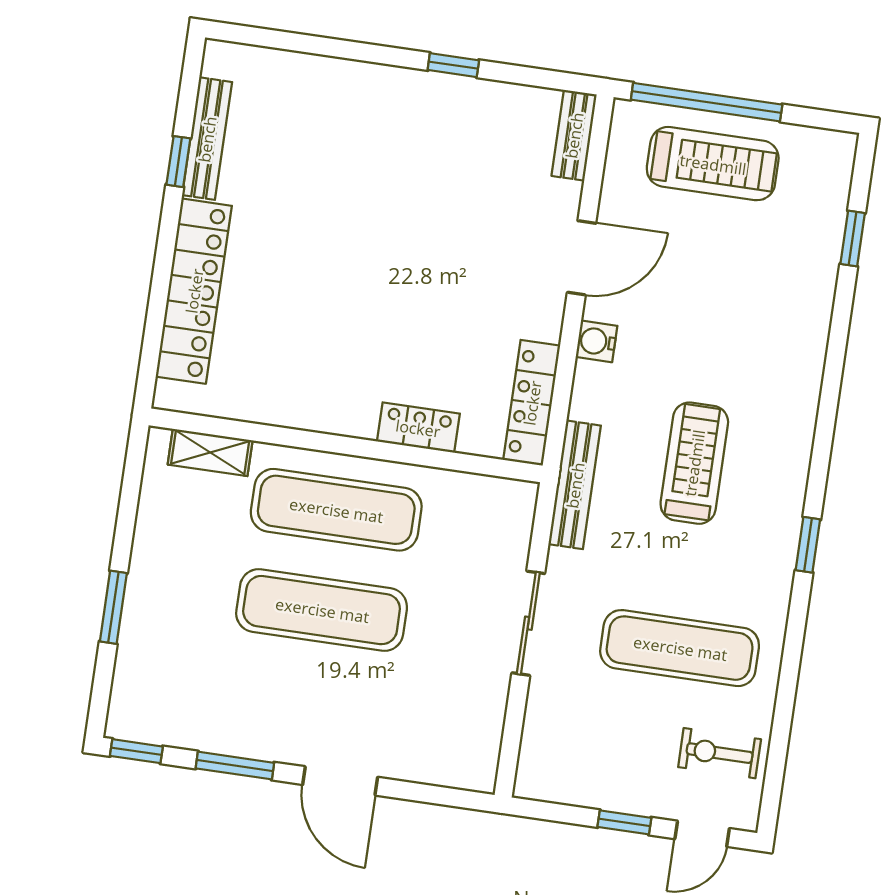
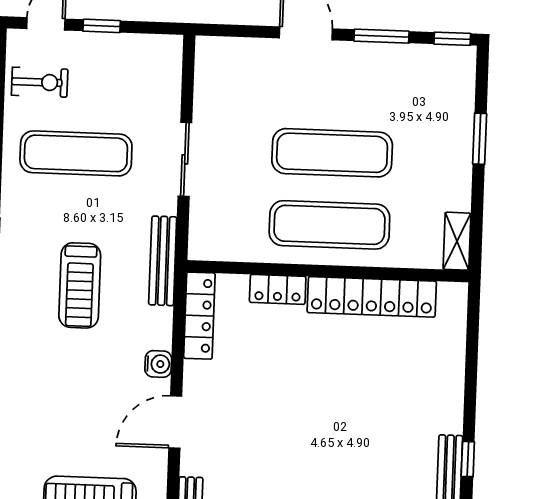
locker: (194, 291) -> (372, 297), moved, turned -90
shelving: (210, 452) -> (457, 241), moved, turned 90

